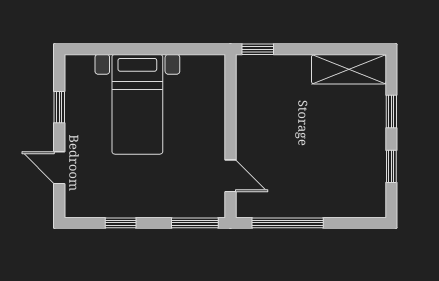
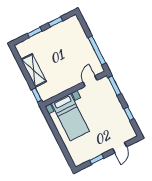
shelving: (349, 69) -> (34, 70), moved
bed with nightstands: (137, 104) -> (70, 117), moved, turned 90

